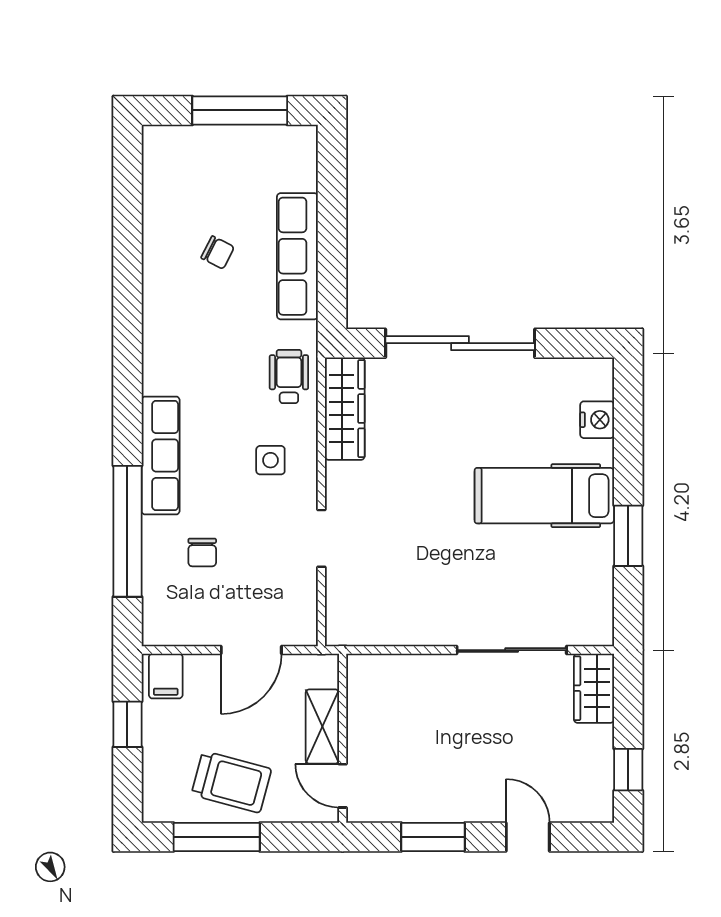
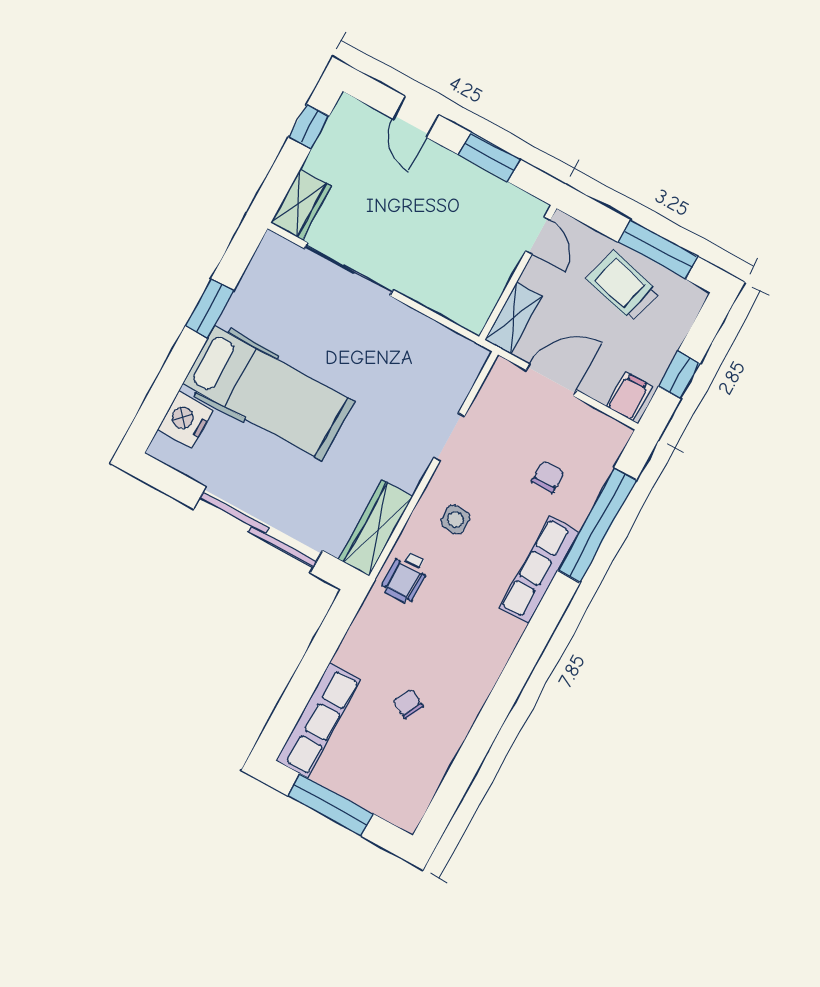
row of seats: (297, 256) -> (318, 720), moved
nightstand: (597, 420) -> (186, 419), width x1.36, depth x1.33
hospital bed: (544, 496) -> (268, 393), width x1.37, depth x1.29
shelving: (322, 726) -> (513, 318), moved

